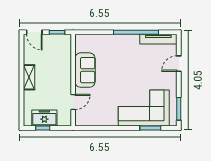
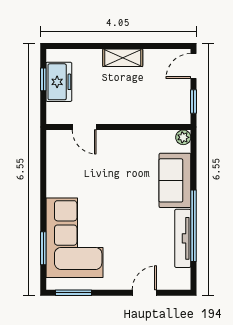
plant: (80, 39) -> (183, 137), added
tv unit: (158, 39) -> (183, 238), moved
door: (179, 64) -> (144, 293), hinge flipped
sofa: (85, 70) -> (175, 180), moved, turned 90

